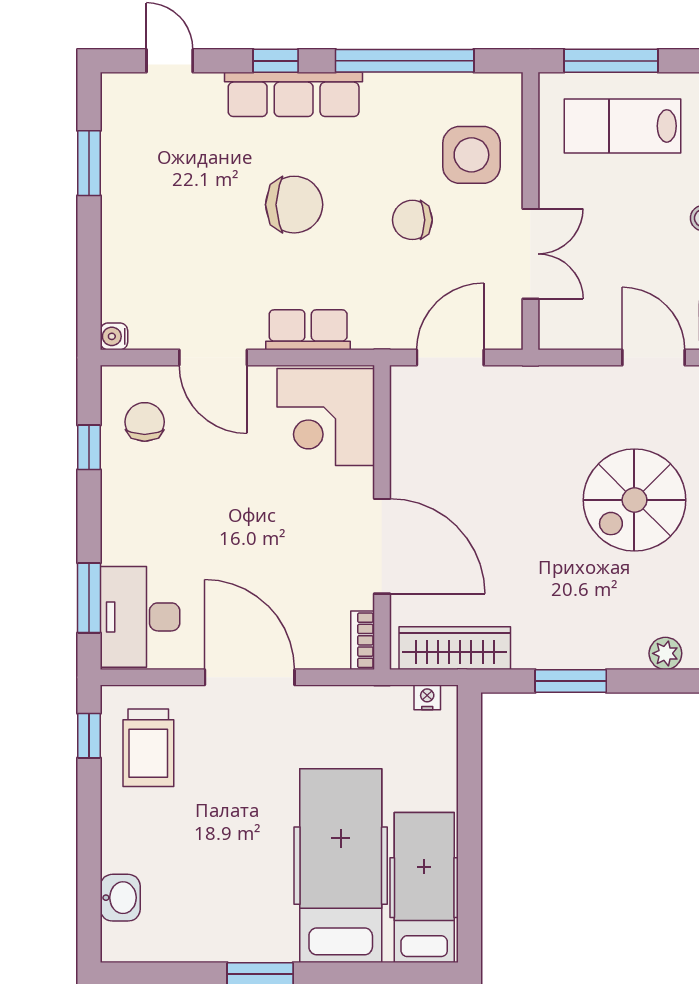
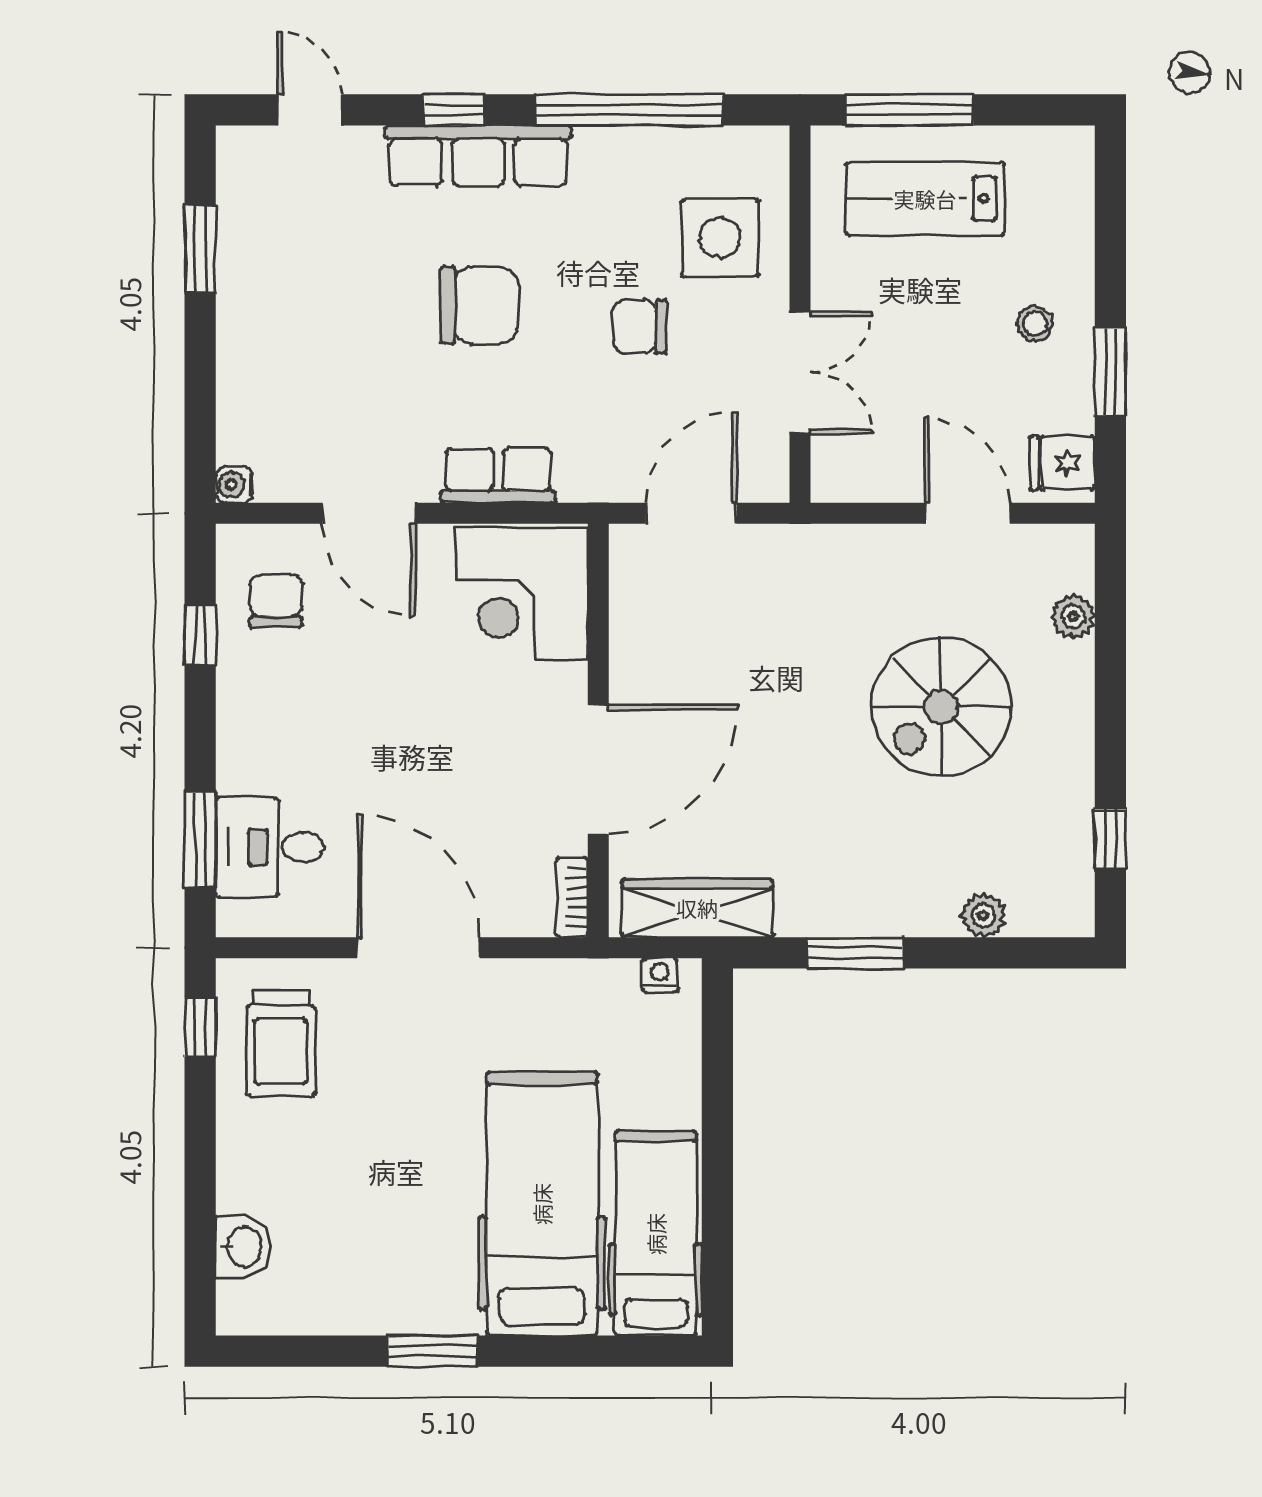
door: (382, 546) -> (598, 770), hinge flipped
desk: (140, 617) -> (270, 847), width x0.73

